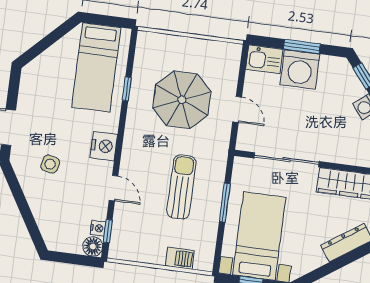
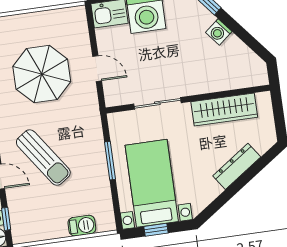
sliding door: (287, 160) -> (157, 103), width x0.73
sun lounger: (181, 187) -> (43, 158), moved, turned 145

